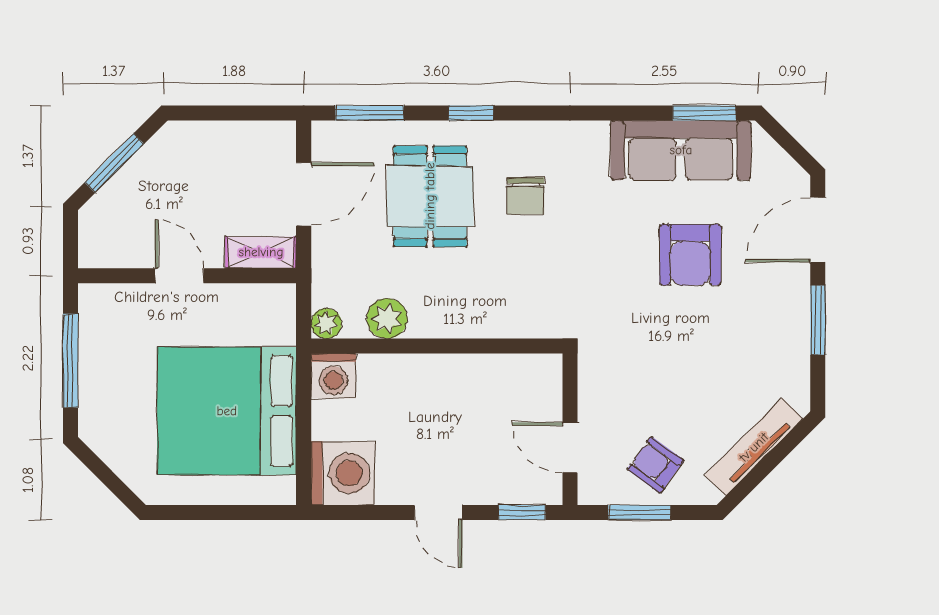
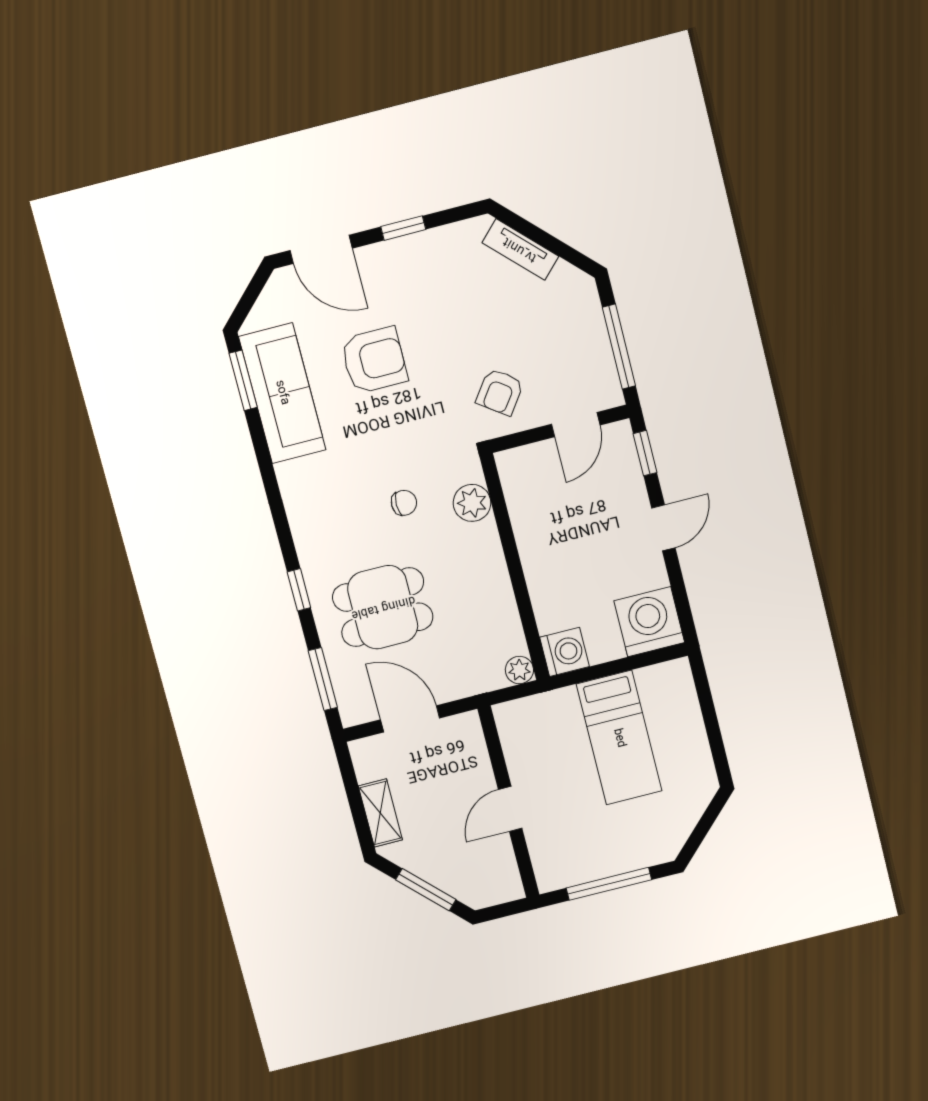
chair: (526, 196) -> (404, 503), moved, width x0.73, depth x0.73
shelving: (261, 252) -> (380, 813), moved
plant: (387, 319) -> (472, 503), moved
window: (818, 320) -> (403, 228), width x0.67
bed: (227, 411) -> (619, 738), width x0.49
tv unit: (754, 447) -> (520, 249), width x0.71
armchair: (656, 465) -> (500, 392), moved
window: (639, 513) -> (619, 347), width x1.44

